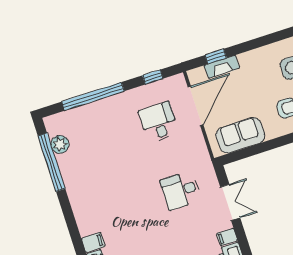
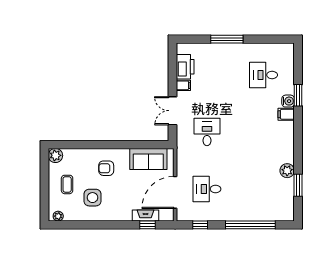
desk: (159, 122) -> (207, 189), turned 90
plant: (60, 144) -> (287, 171), moved
window: (51, 162) -> (298, 185), width x0.47
desk: (181, 190) -> (207, 132), turned -90

